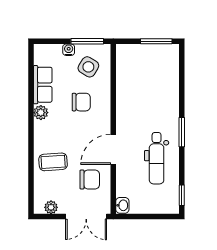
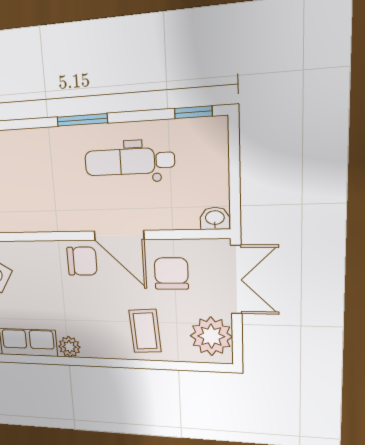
chair: (81, 102) -> (82, 261), moved, turned 90
dental chair: (157, 158) -> (129, 162), turned 180
plant: (51, 207) -> (211, 336), width x1.87, depth x1.87

